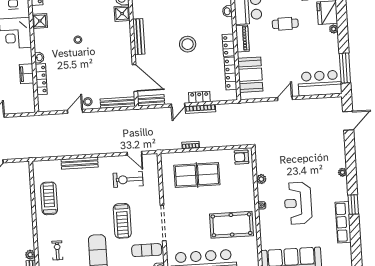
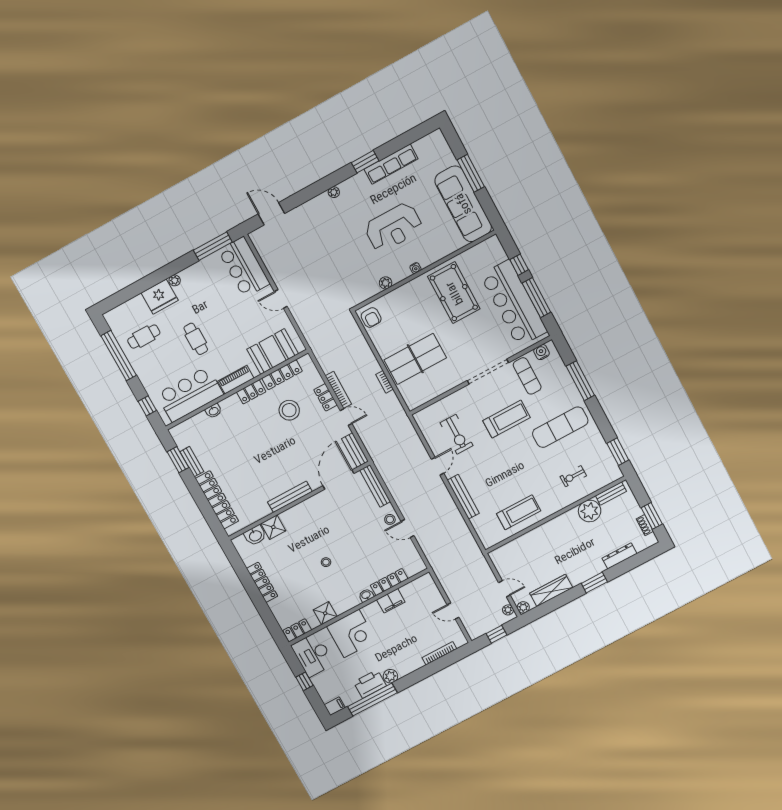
stool: (188, 44) -> (289, 410), moved
door: (134, 153) -> (437, 466), moved
table tennis table: (197, 175) -> (415, 359), turned 90
treadmill: (49, 198) -> (519, 512), turned 180
plant: (30, 255) -> (590, 511), width x1.87, depth x1.87

